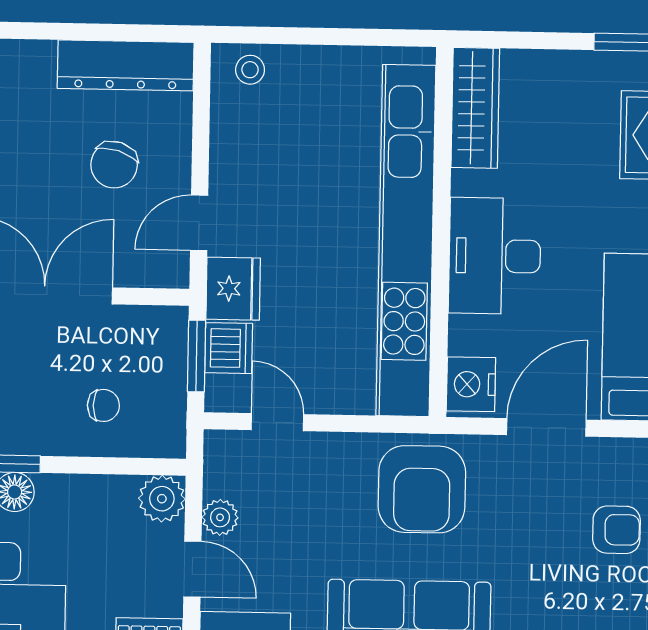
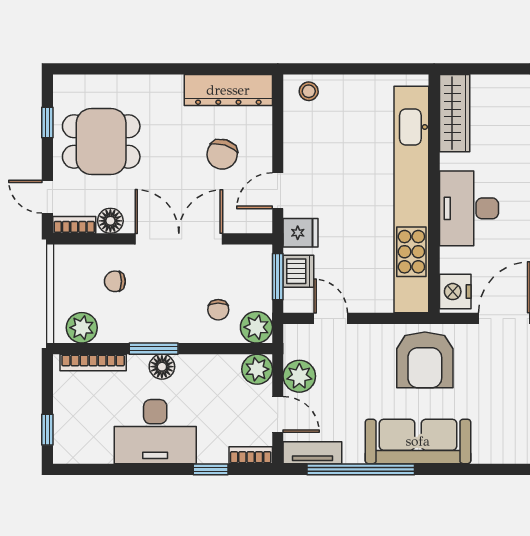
fridge: (233, 289) -> (301, 233), width x0.72
chair: (103, 405) -> (218, 310), turned 90
plant: (162, 434) -> (256, 327), added
plant: (220, 517) -> (299, 376), width x1.38, depth x1.38

